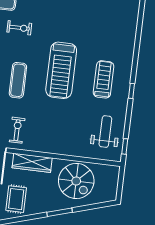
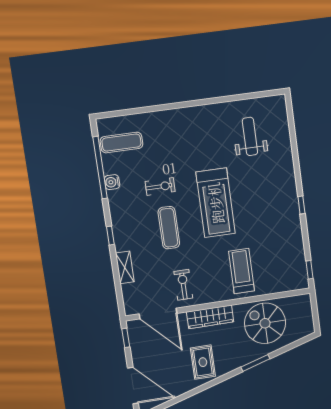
exercise bike: (19, 28) -> (160, 187), moved
treadmill: (104, 79) -> (242, 271), moved
weight bench: (105, 132) -> (250, 136), moved
spiral stairs: (76, 181) -> (265, 323), turned 180

